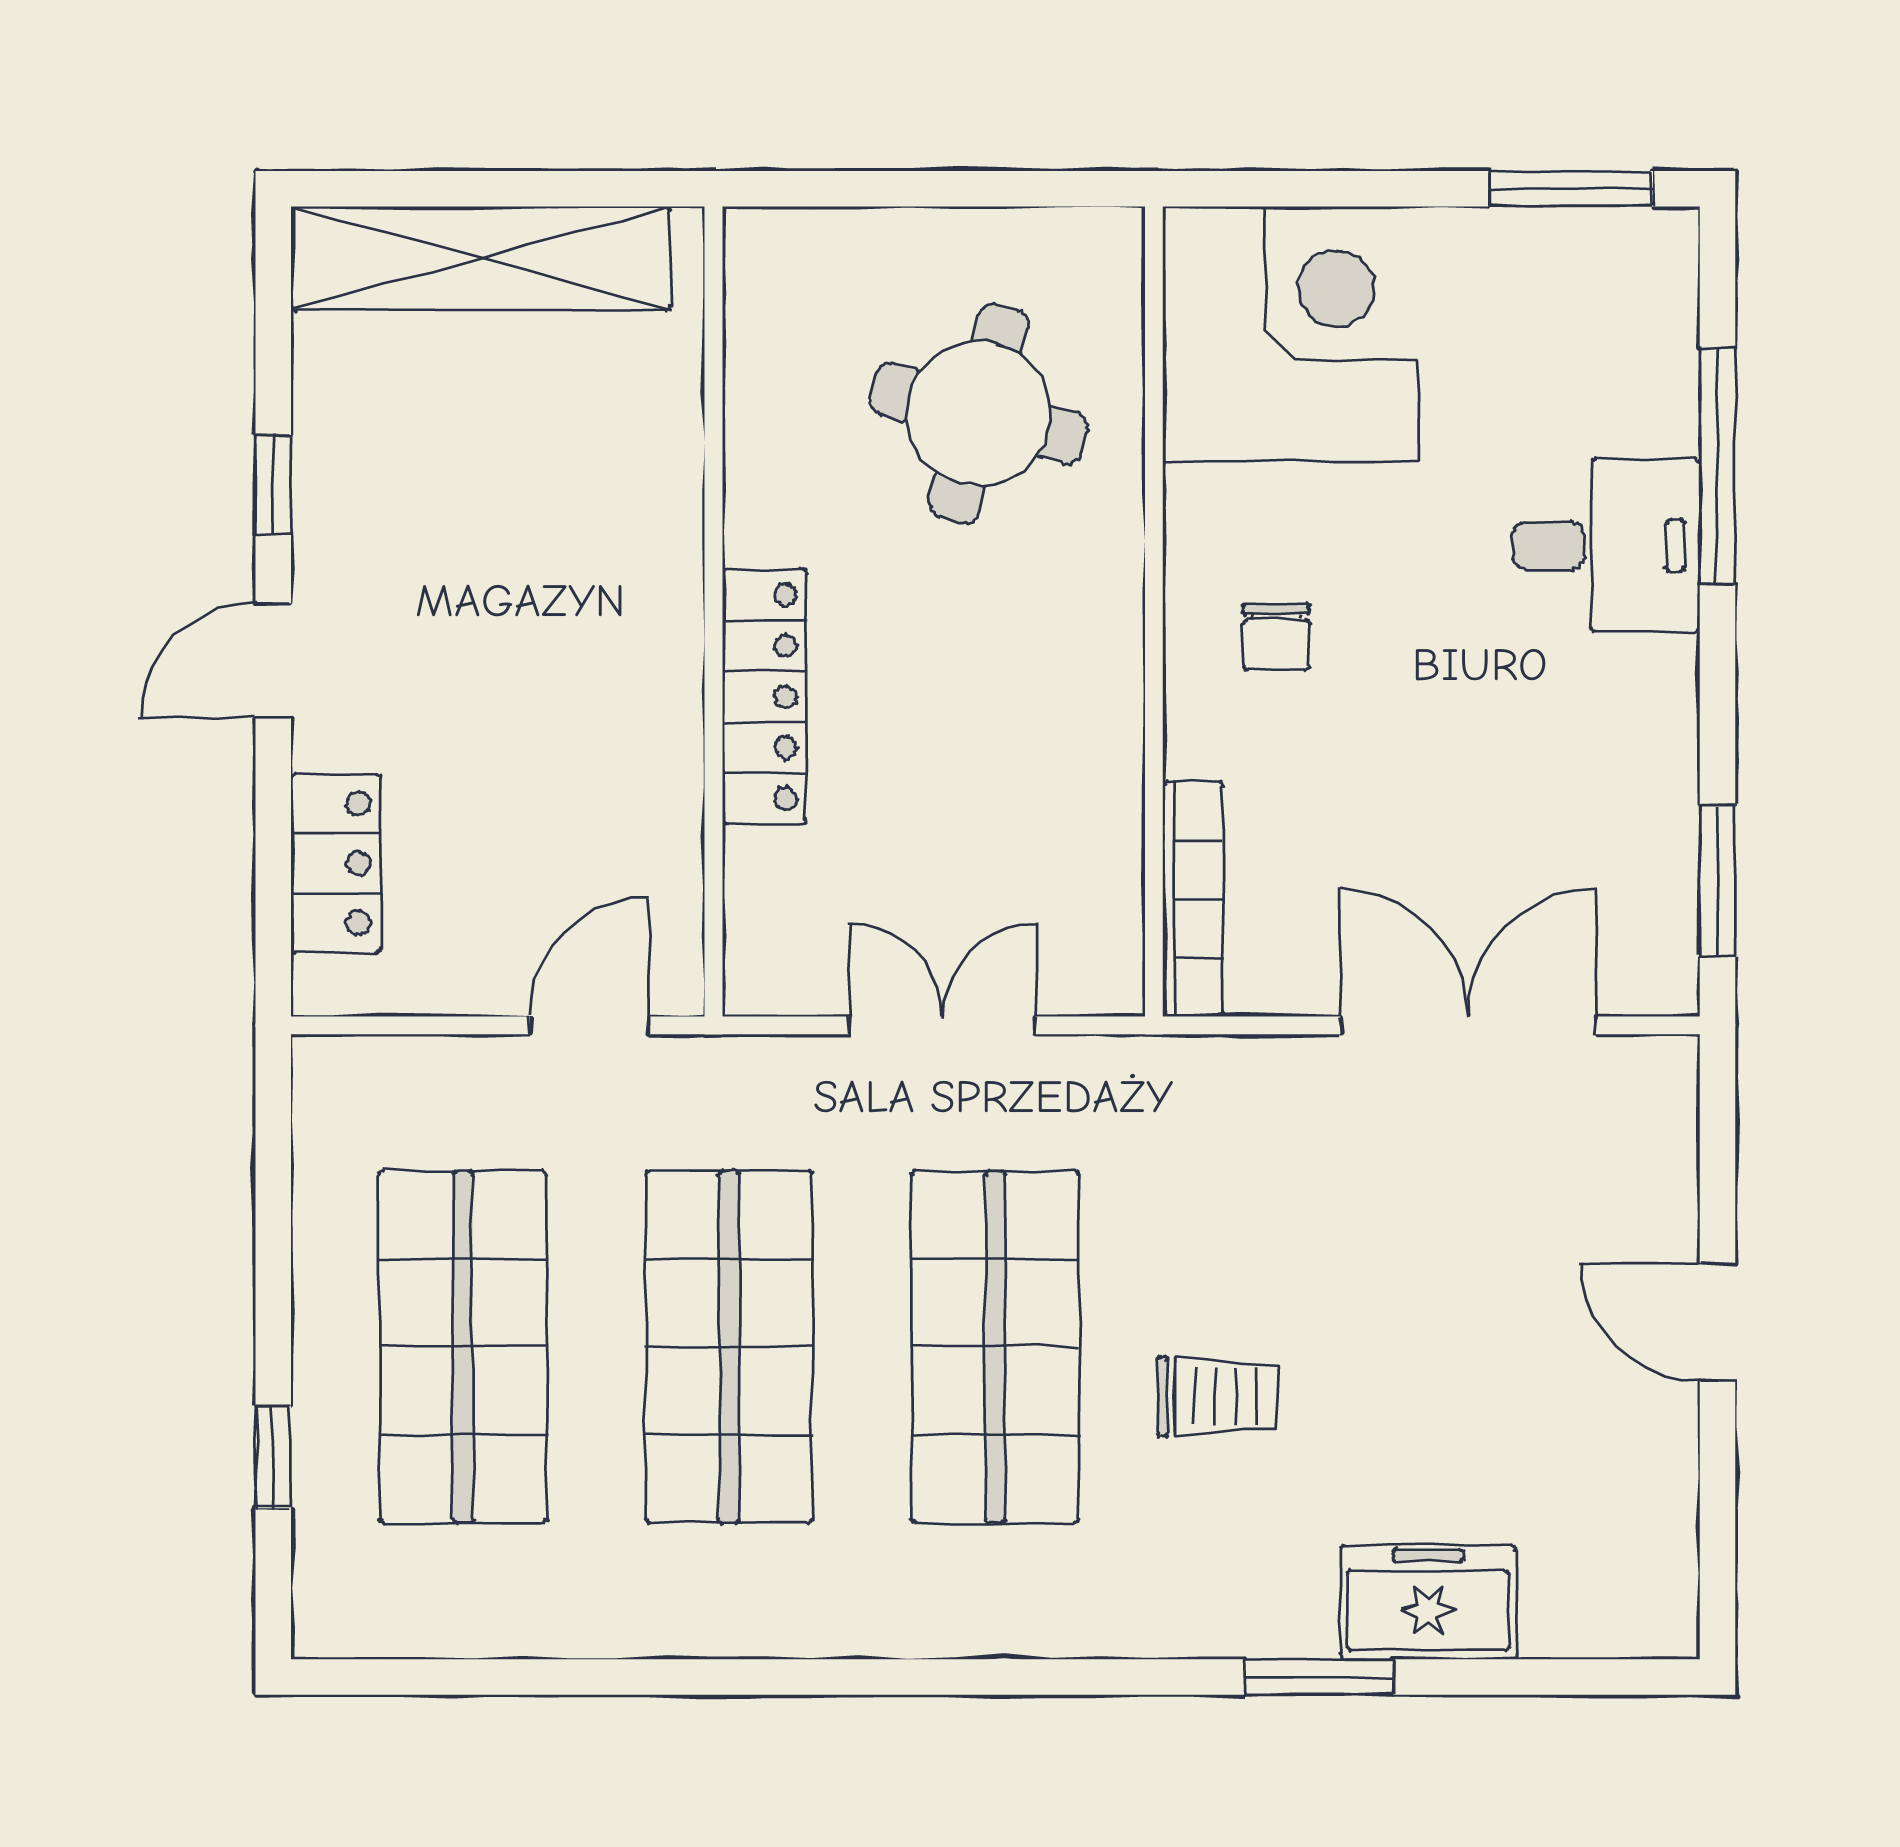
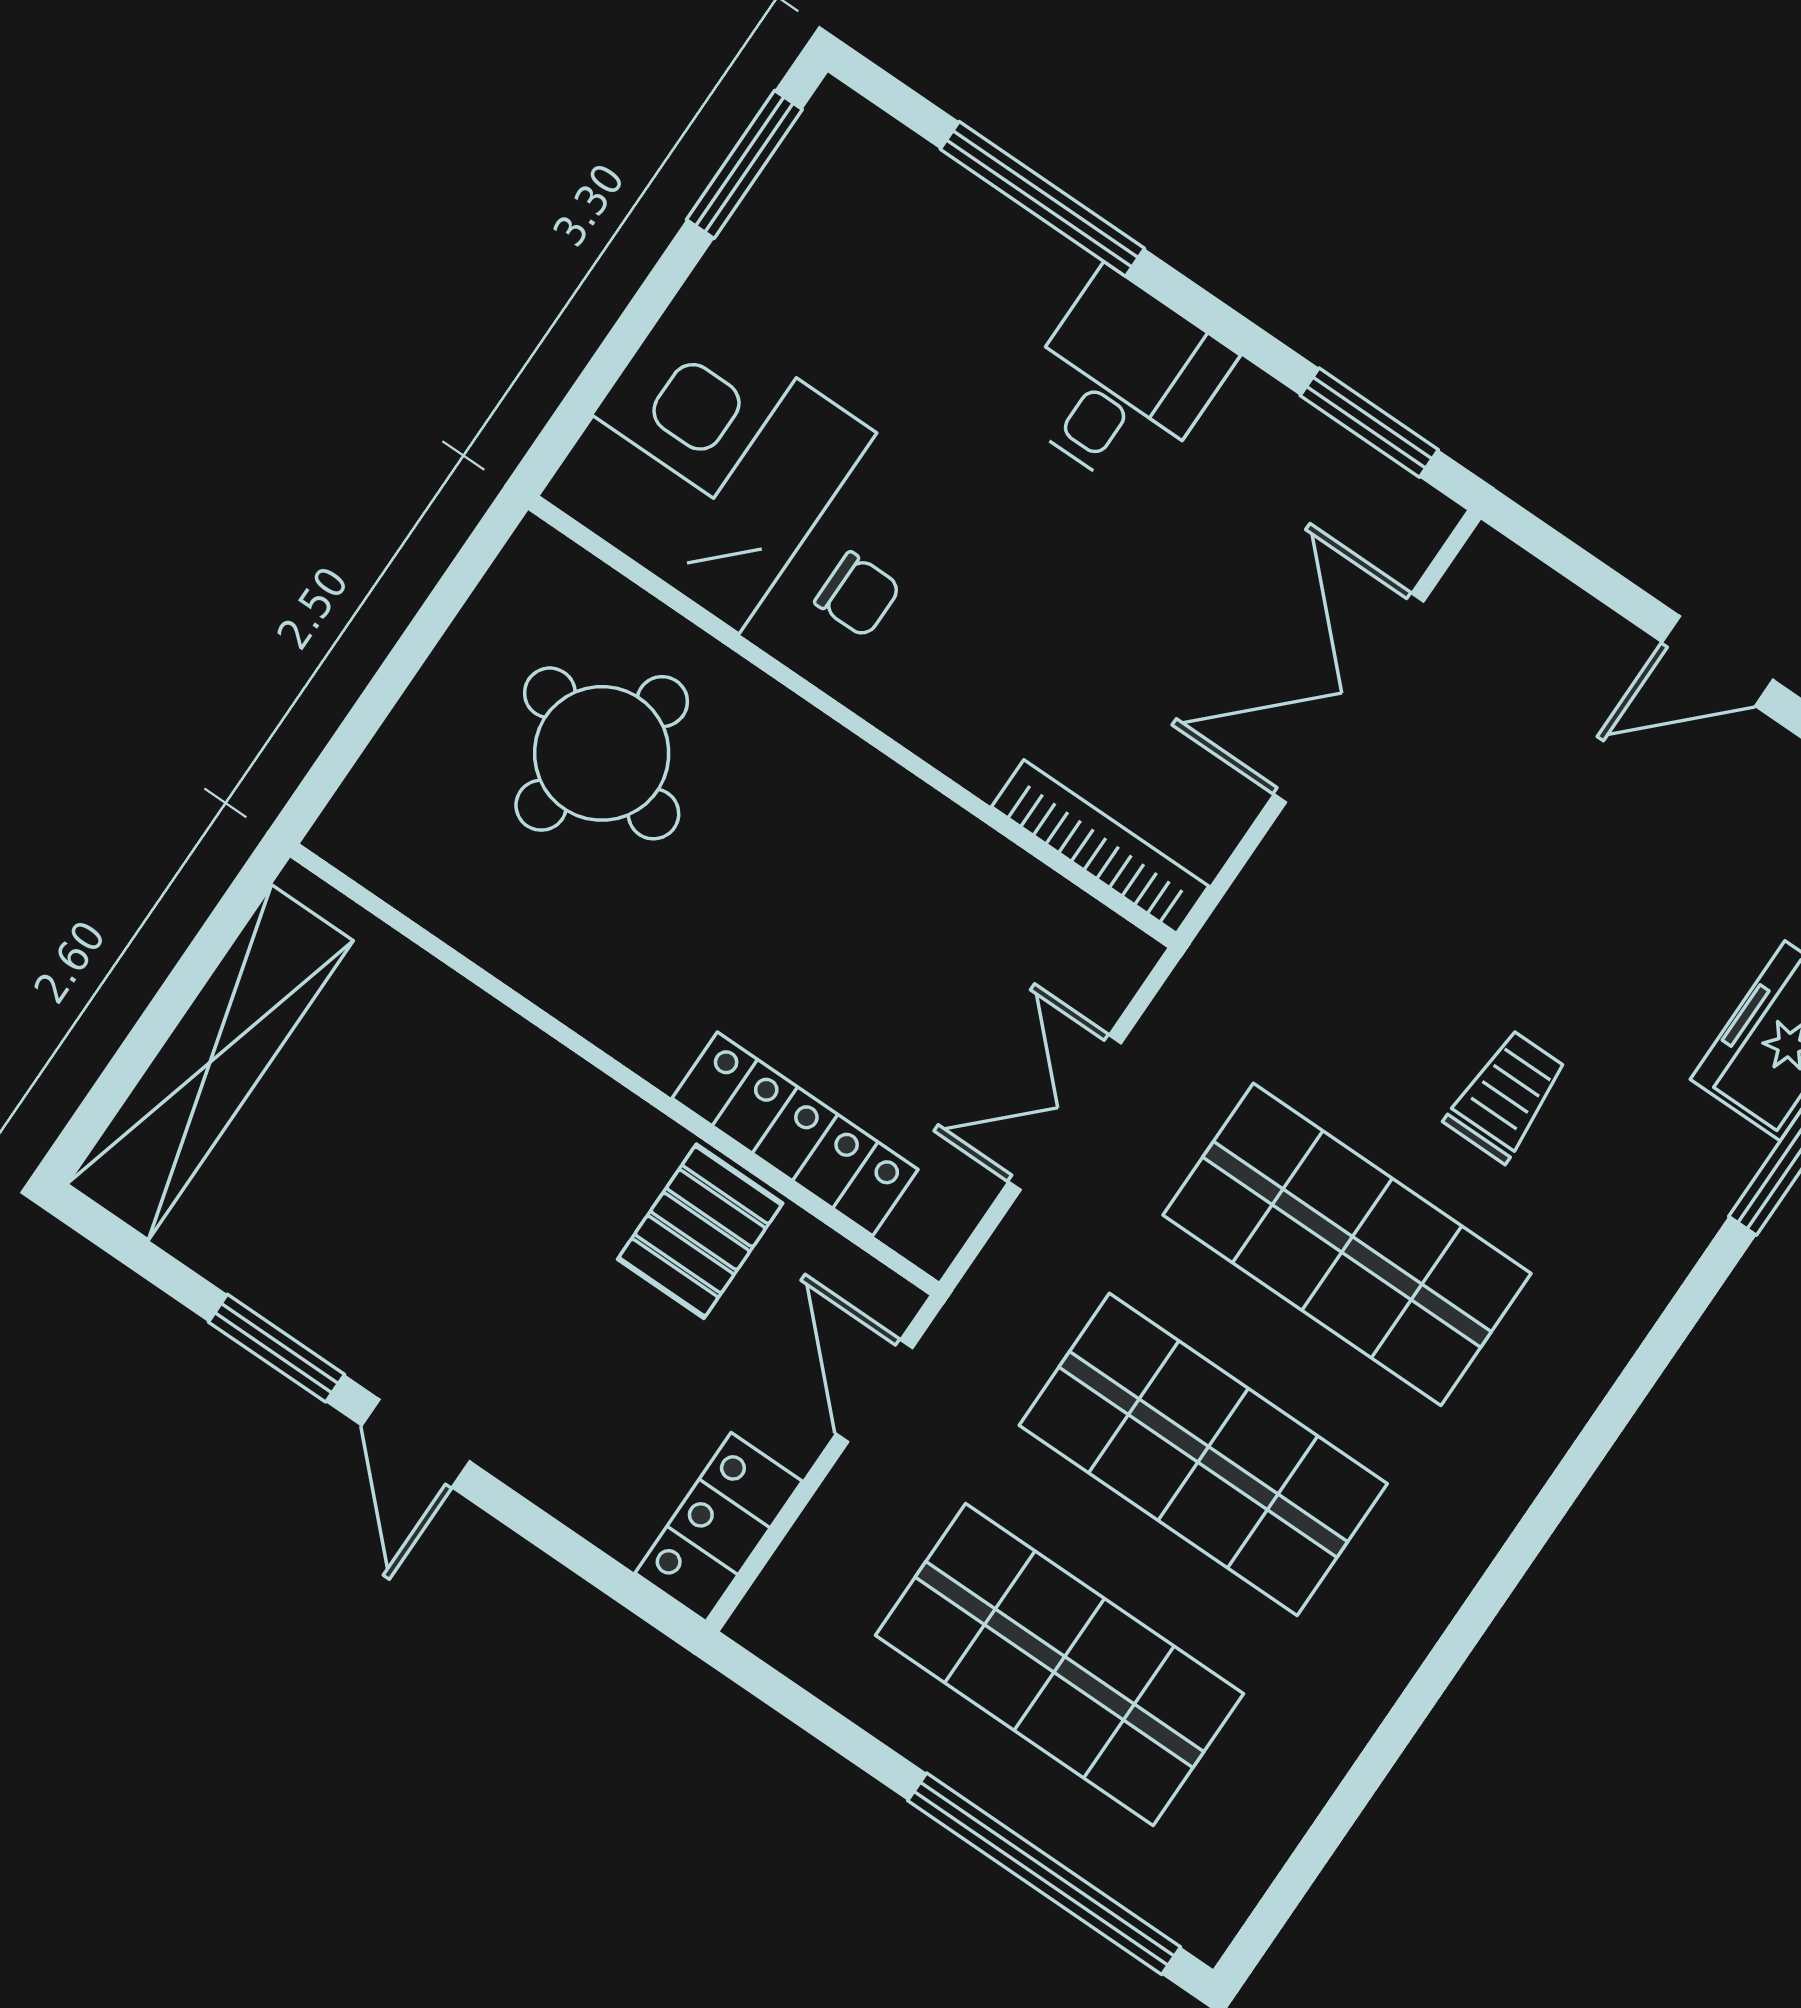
window: (273, 484) -> (277, 1348), width x1.50
desk: (1606, 545) -> (1122, 382), moved
chair: (1277, 637) -> (858, 595), moved
locker: (764, 697) -> (795, 1134), moved
pallet: (624, 781) -> (700, 1231), added
locker: (336, 863) -> (719, 1527), moved, turned -90
window: (273, 1457) -> (1044, 1874), width x3.17

